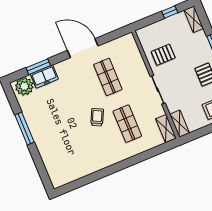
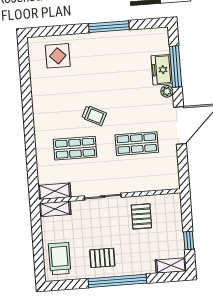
window: (38, 67) -> (176, 66), width x1.44
plant: (24, 86) -> (167, 91), moved, width x0.53, depth x0.53
display table: (60, 161) -> (58, 56), added

